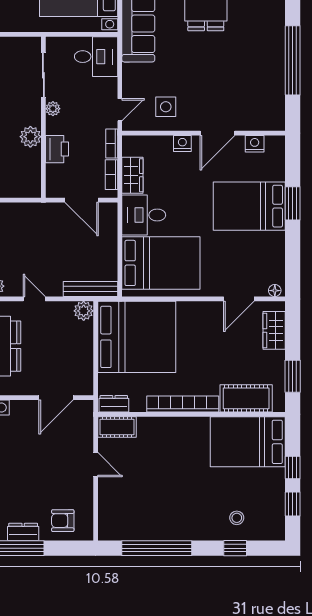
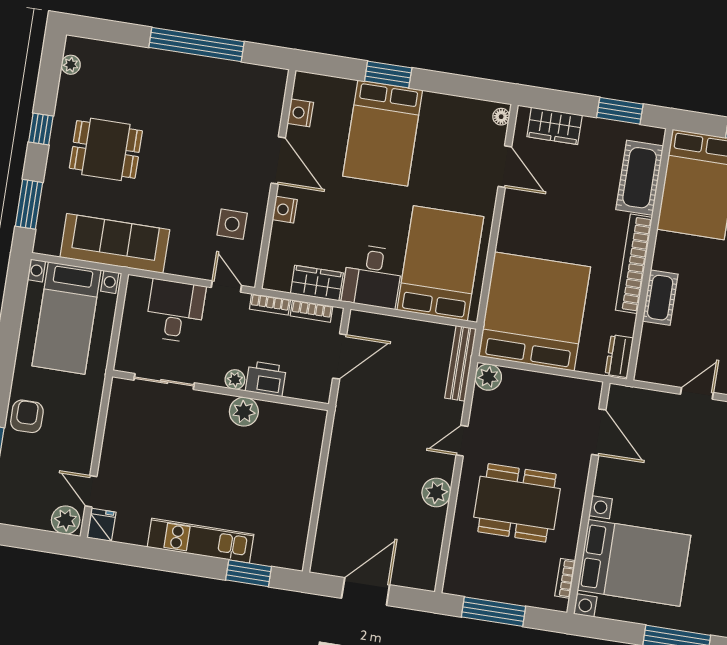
desk: (96, 57) -> (175, 311), moved
plant: (53, 109) -> (235, 380), moved
cot: (117, 427) -> (660, 298), moved

